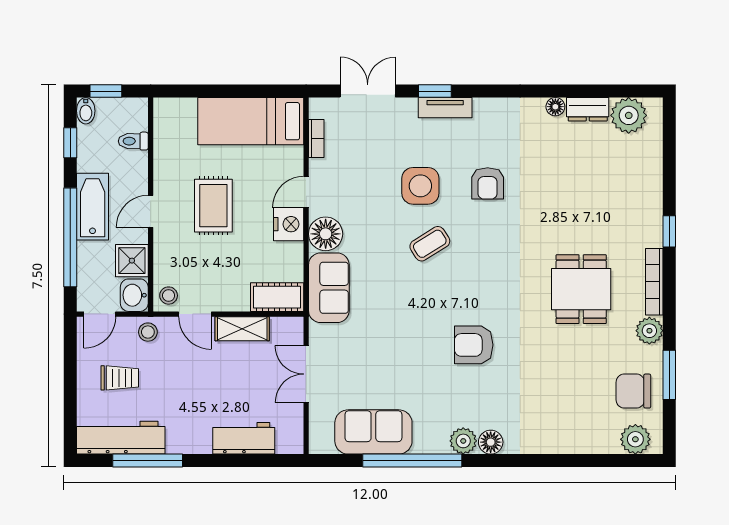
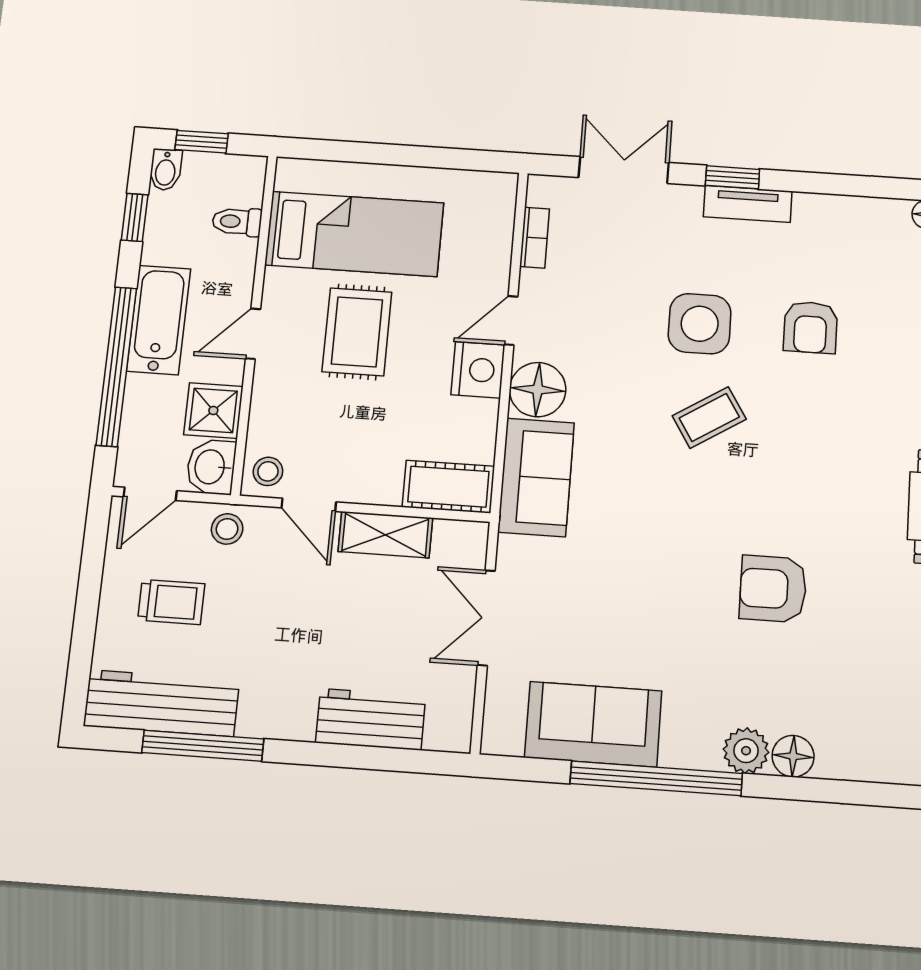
bed: (251, 121) -> (354, 234), moved, turned 180

